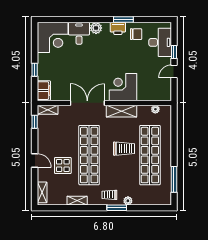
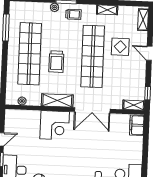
window: (35, 70) -> (145, 147), removed
trolley: (124, 149) -> (56, 62), turned -90

